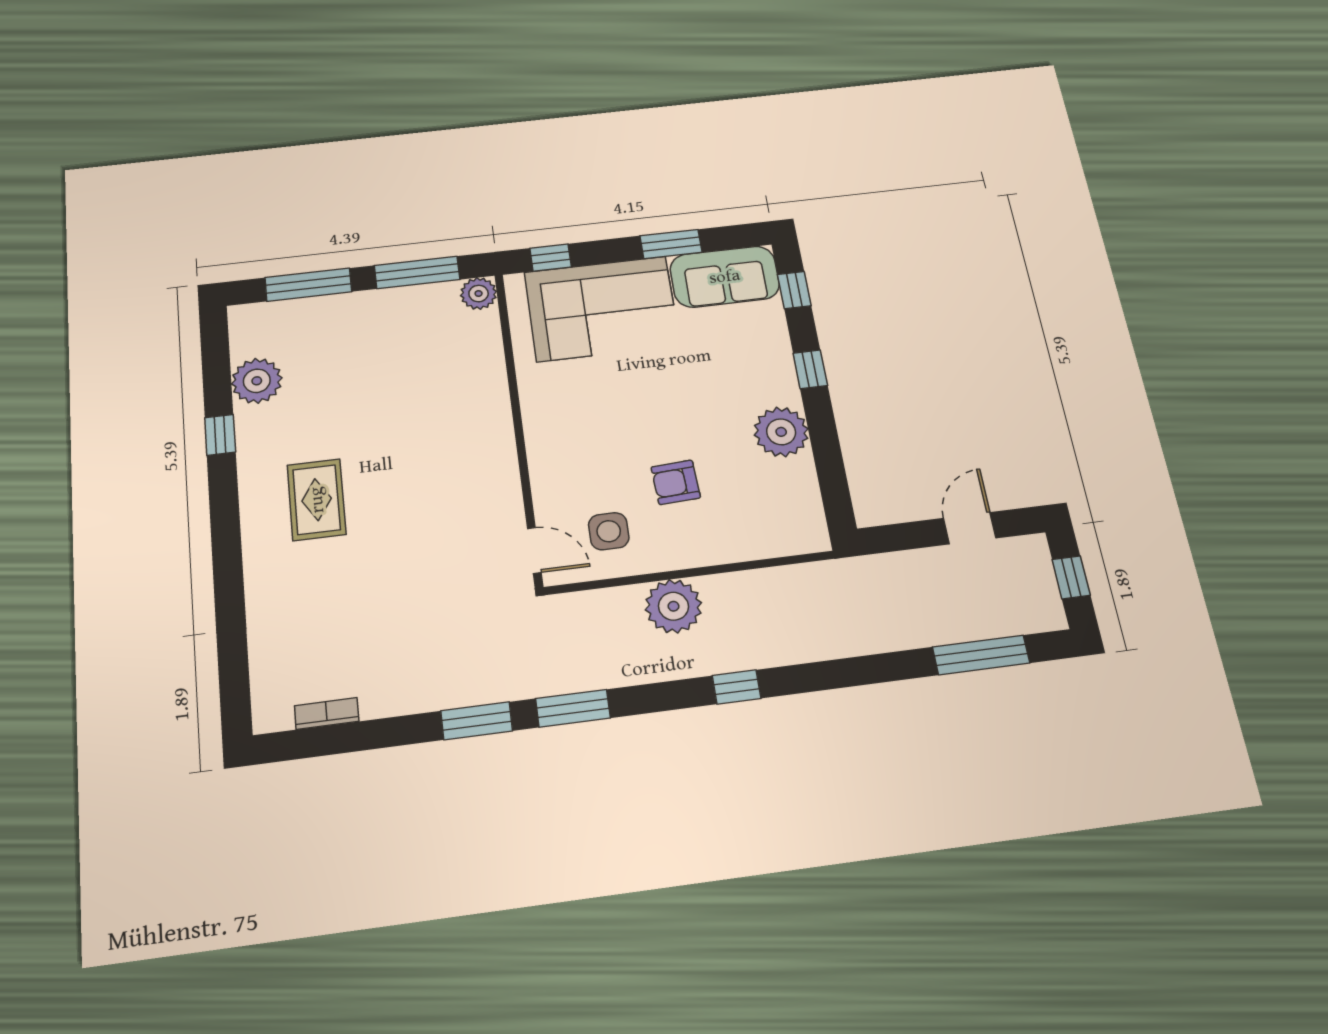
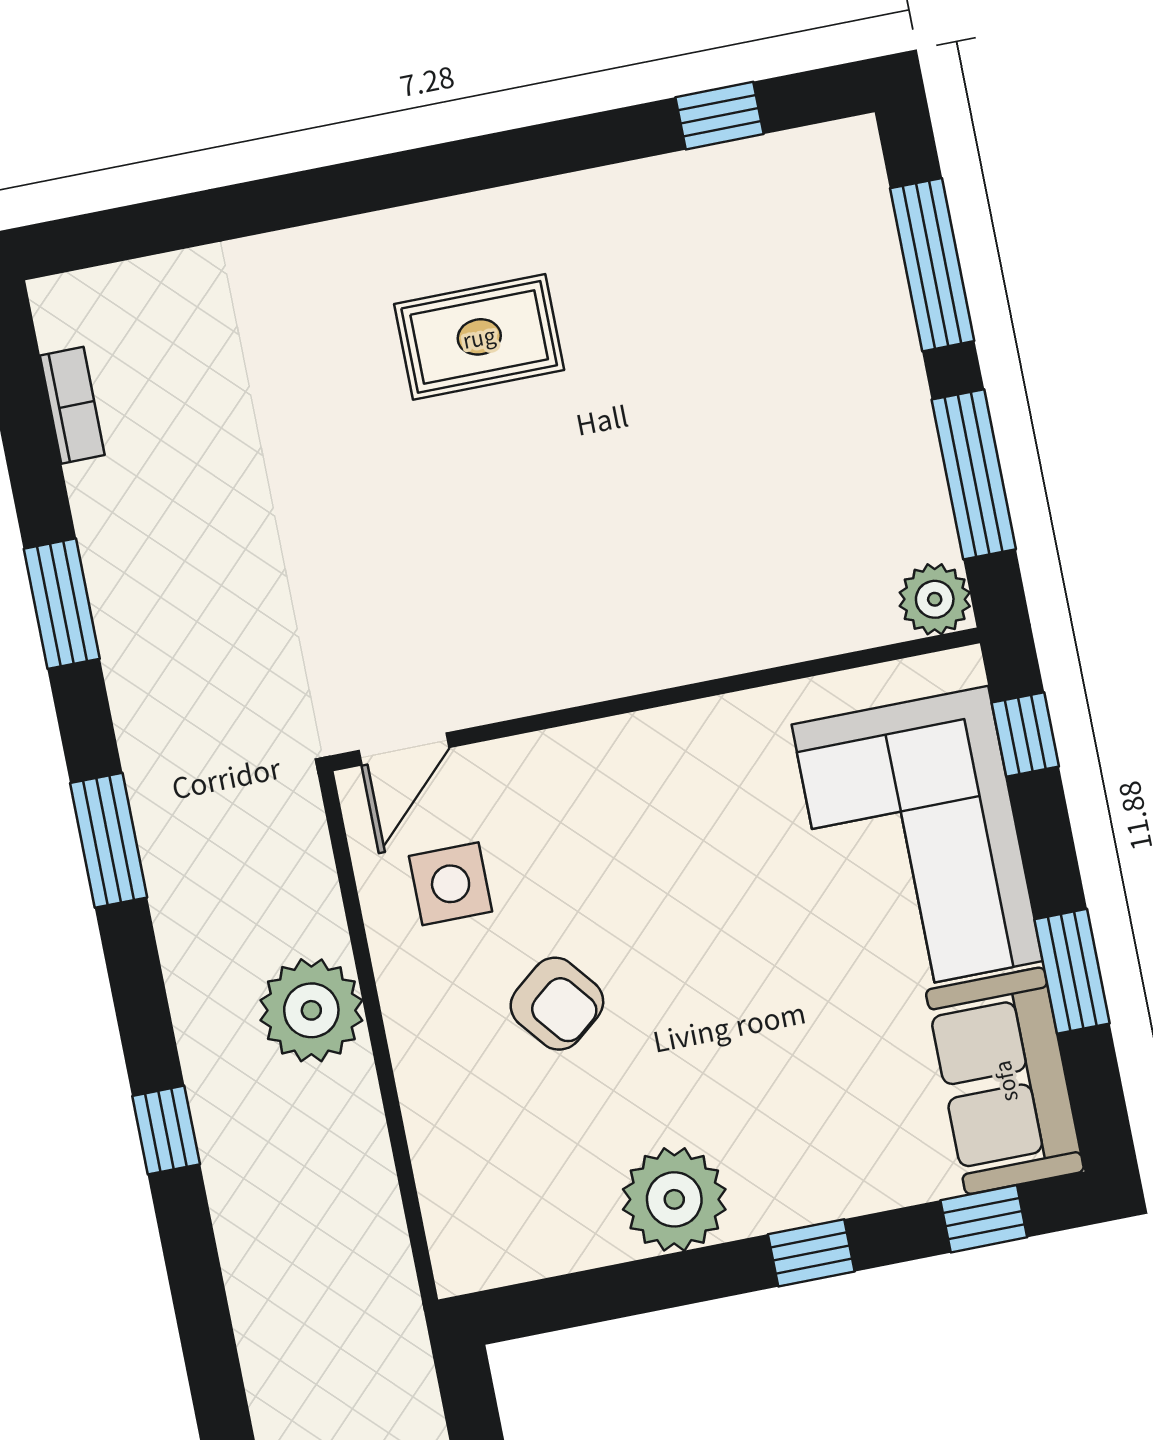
plant: (257, 381) -> (717, 193), removed
window: (220, 435) -> (720, 116), moved
armchair: (676, 482) -> (557, 1004), turned 144
window: (477, 721) -> (62, 604), moved

